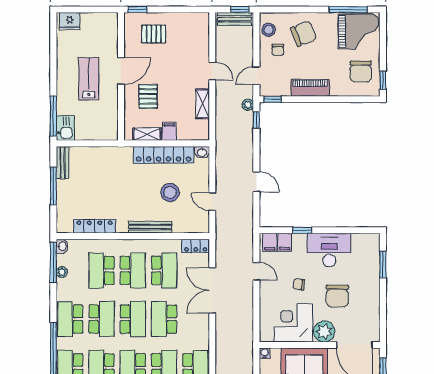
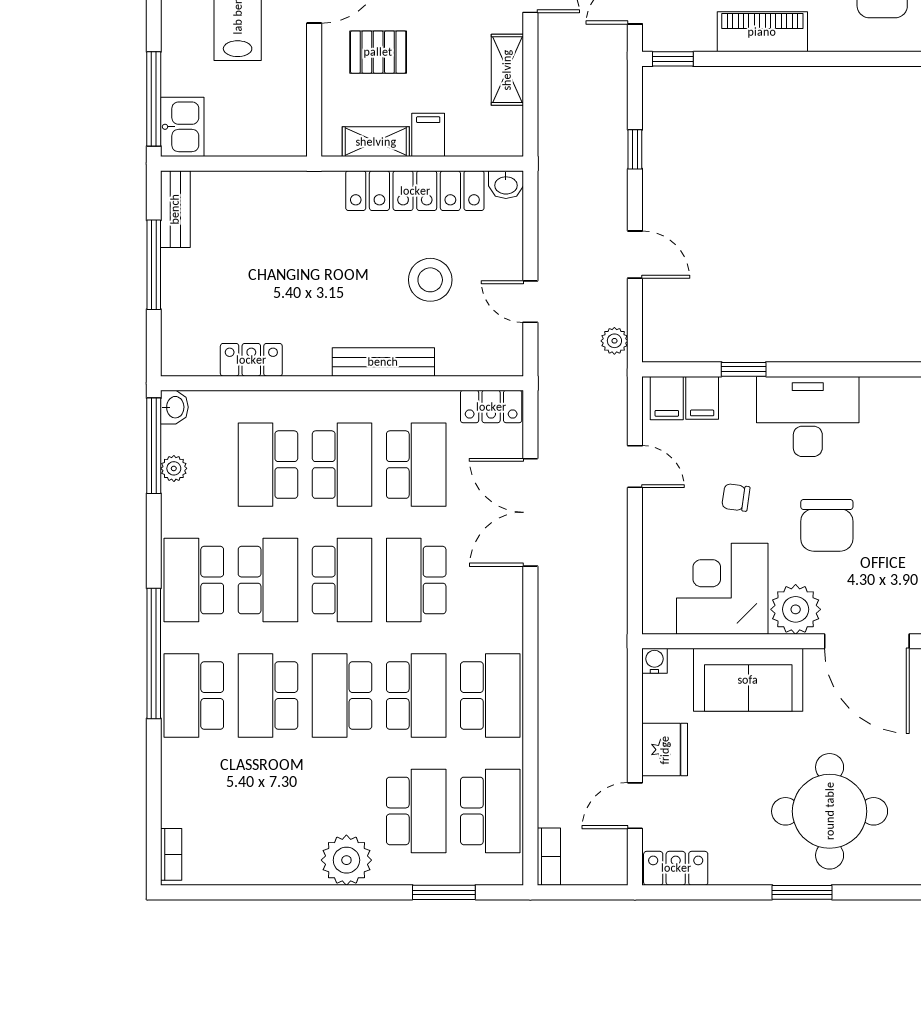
pallet: (148, 96) -> (378, 52), turned 90
plant: (248, 105) -> (614, 341), moved
window: (256, 120) -> (635, 149), moved
locker: (94, 226) -> (251, 360), width x0.66

